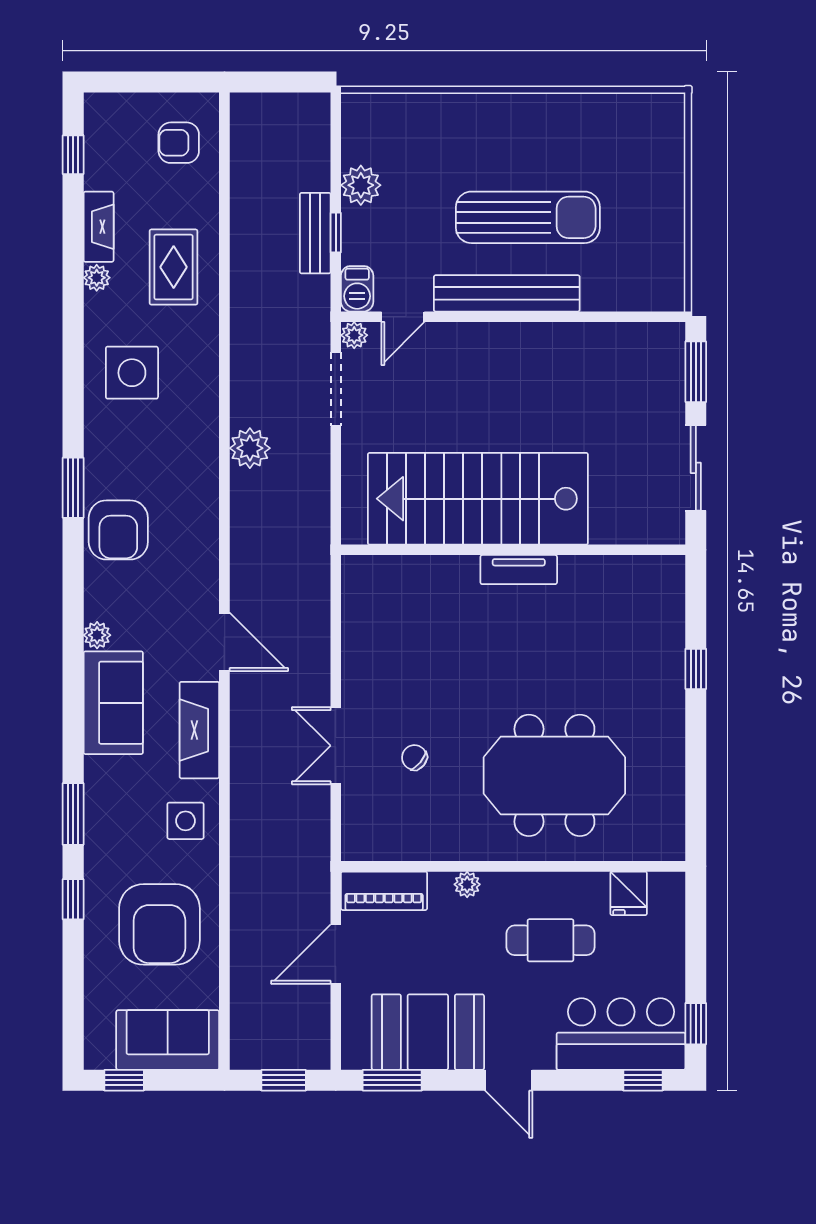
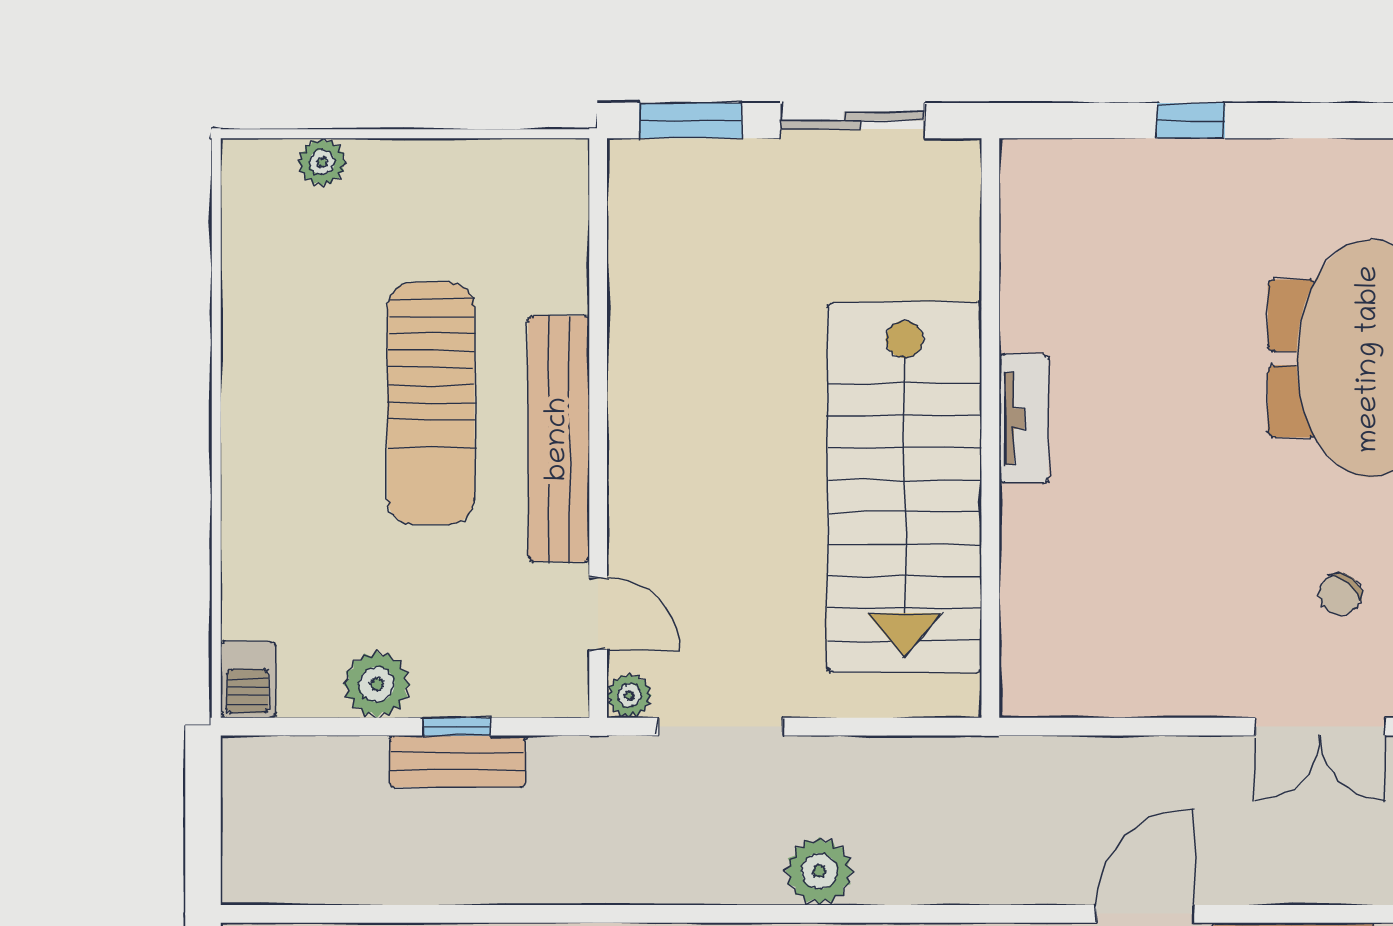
plant: (671, 153) -> (322, 162), added
sun lounger: (528, 217) -> (431, 403), turned 180
barbecue: (357, 289) -> (248, 679), moved, turned 90

